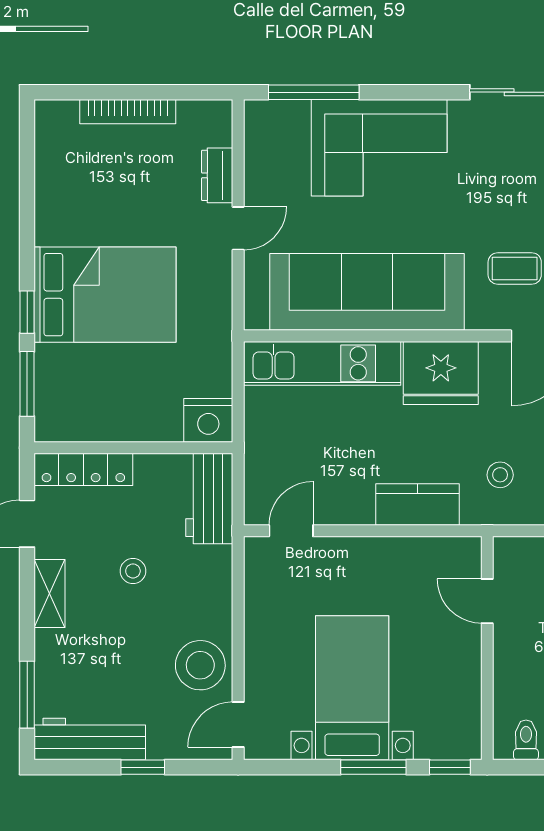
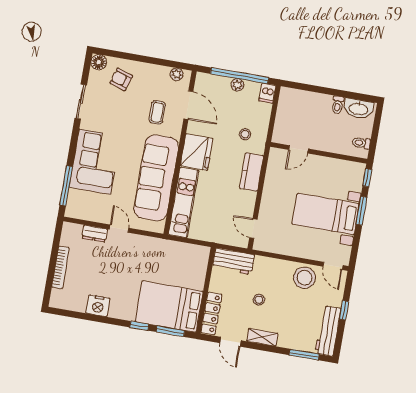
bed: (105, 295) -> (169, 307), moved, turned -90
nightstand: (208, 420) -> (98, 306), moved, turned 90

